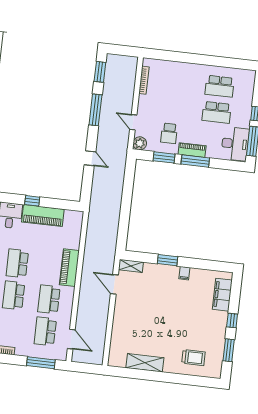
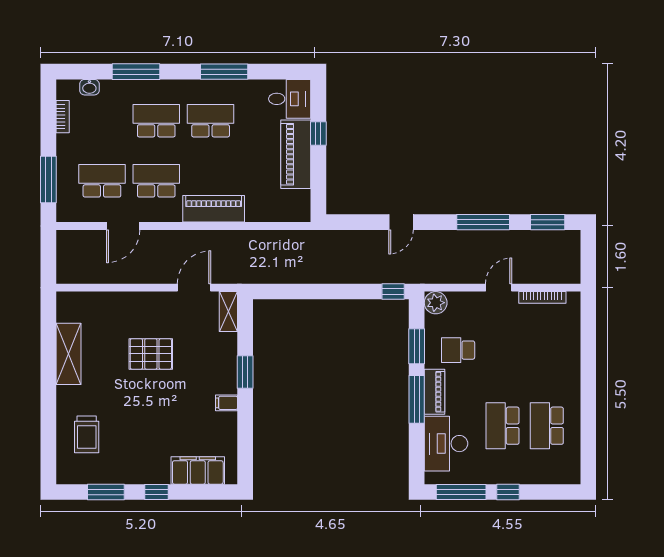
door: (133, 122) -> (499, 288), moved
desk: (235, 144) -> (446, 444), moved, turned 90
window: (130, 168) -> (393, 291), added
pallet: (150, 314) -> (151, 354), added
door: (71, 339) -> (123, 226), moved

